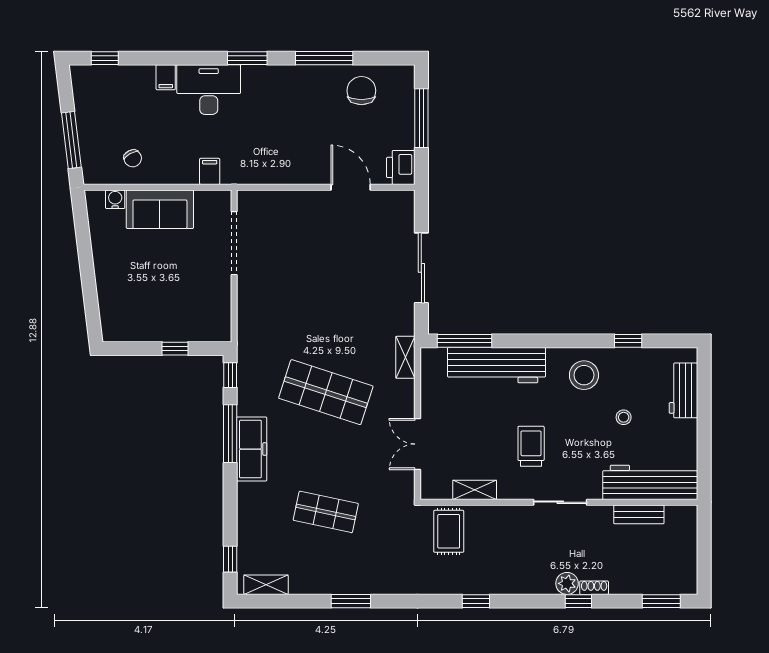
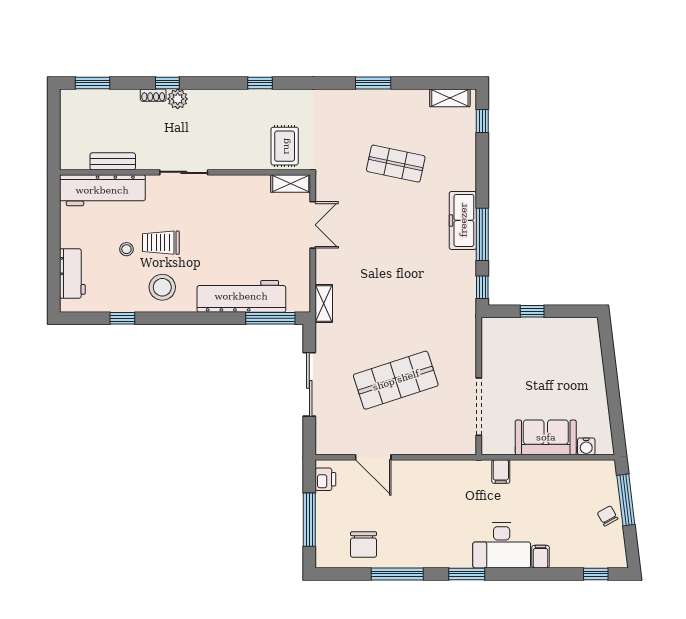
chair: (133, 158) -> (608, 516), moved
printer: (401, 167) -> (325, 479), width x0.73, depth x0.81
shop shelf: (326, 392) -> (396, 380), moved, turned -36
trolley: (531, 446) -> (161, 243), moved, turned 90
shelving: (475, 490) -> (291, 184), moved

